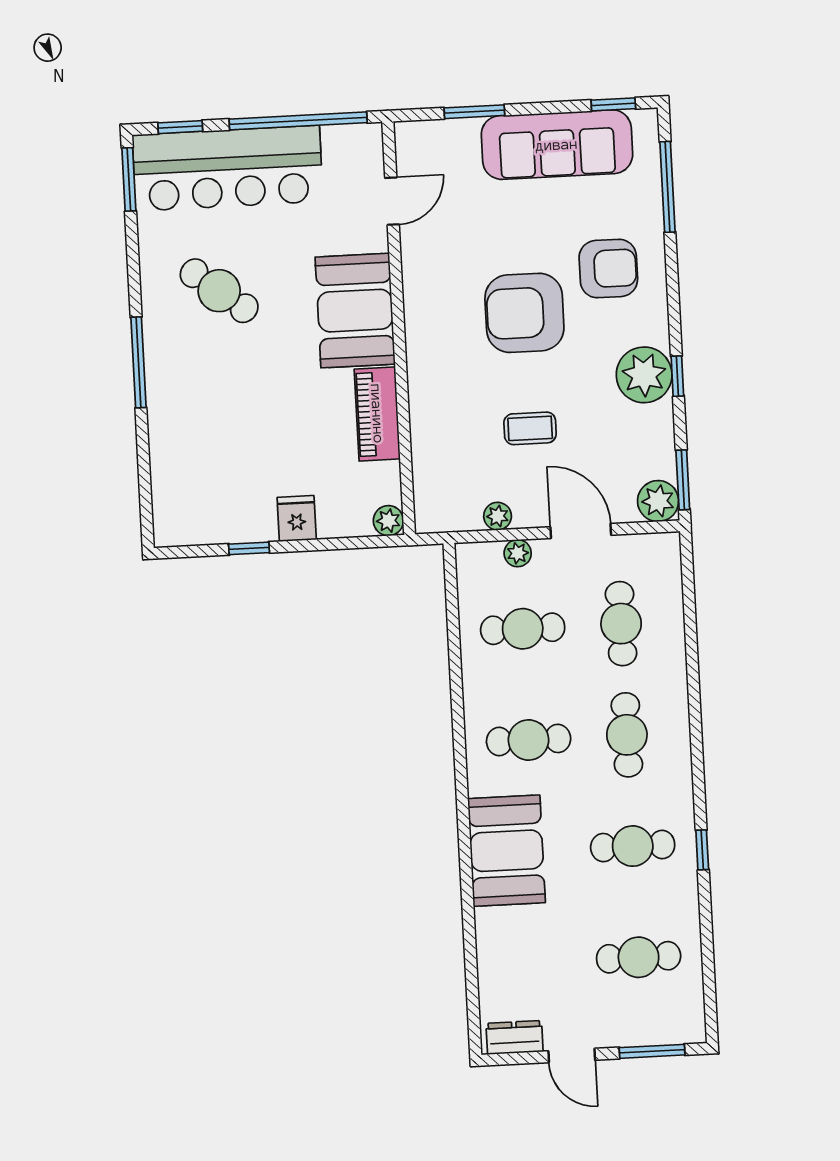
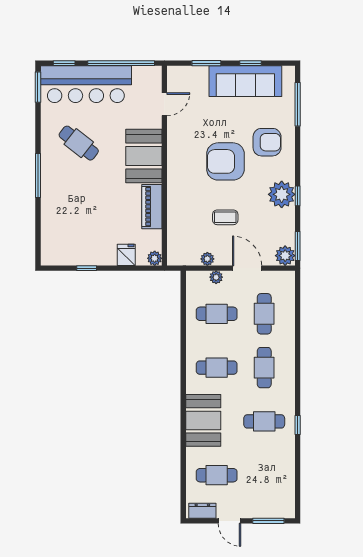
window: (613, 104) -> (250, 63), moved
fridge: (297, 518) -> (126, 255), moved
cafe table: (639, 957) -> (217, 475), moved

